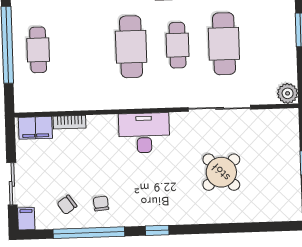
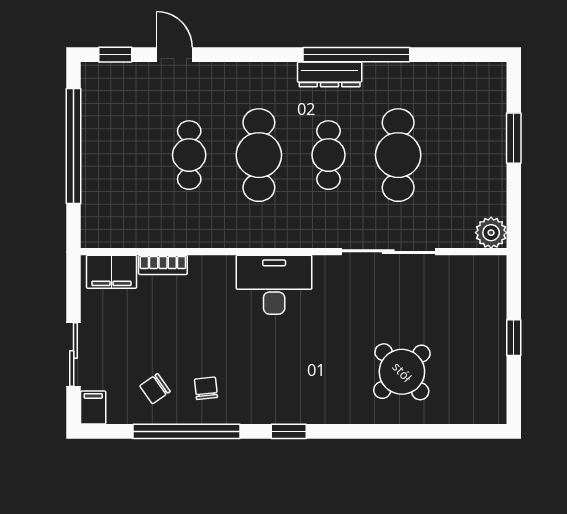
cafe table: (38, 50) -> (189, 155), moved
round table: (221, 172) -> (402, 372), moved

